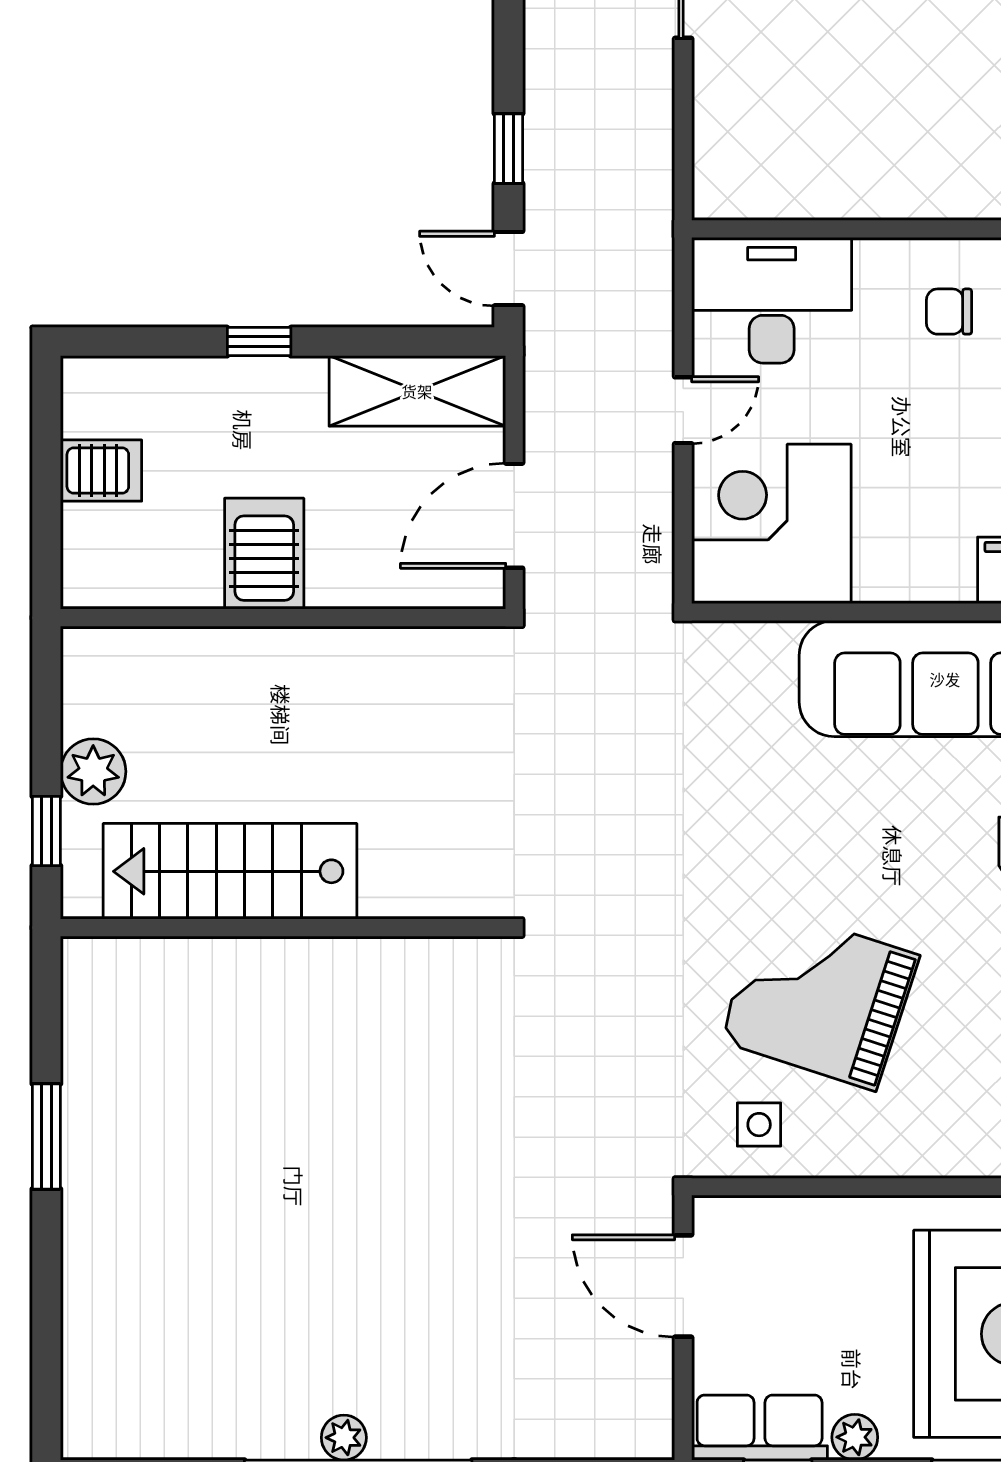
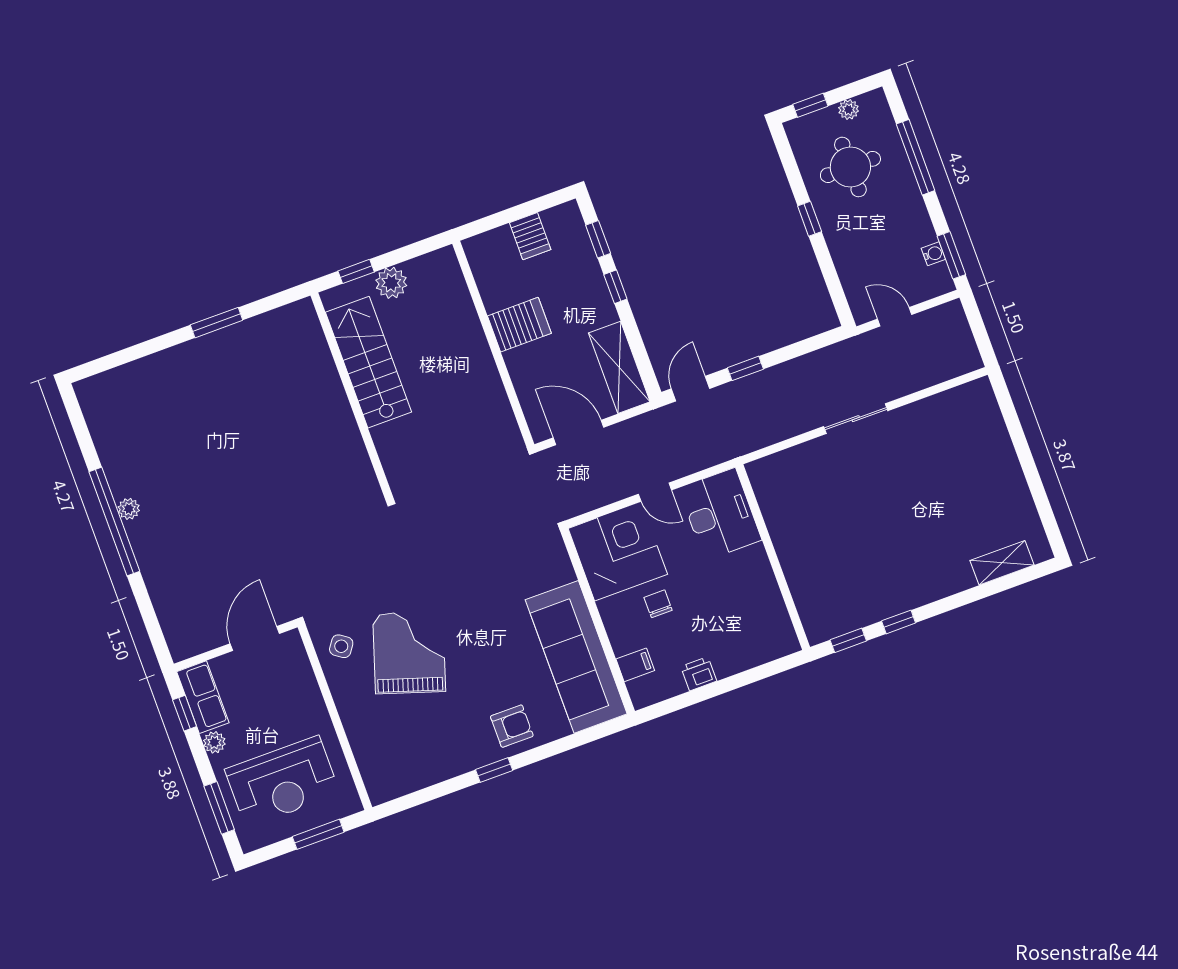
chair: (949, 312) -> (658, 604), moved
window: (155, 342) -> (598, 239), added
side table: (759, 1125) -> (341, 646), turned 35

